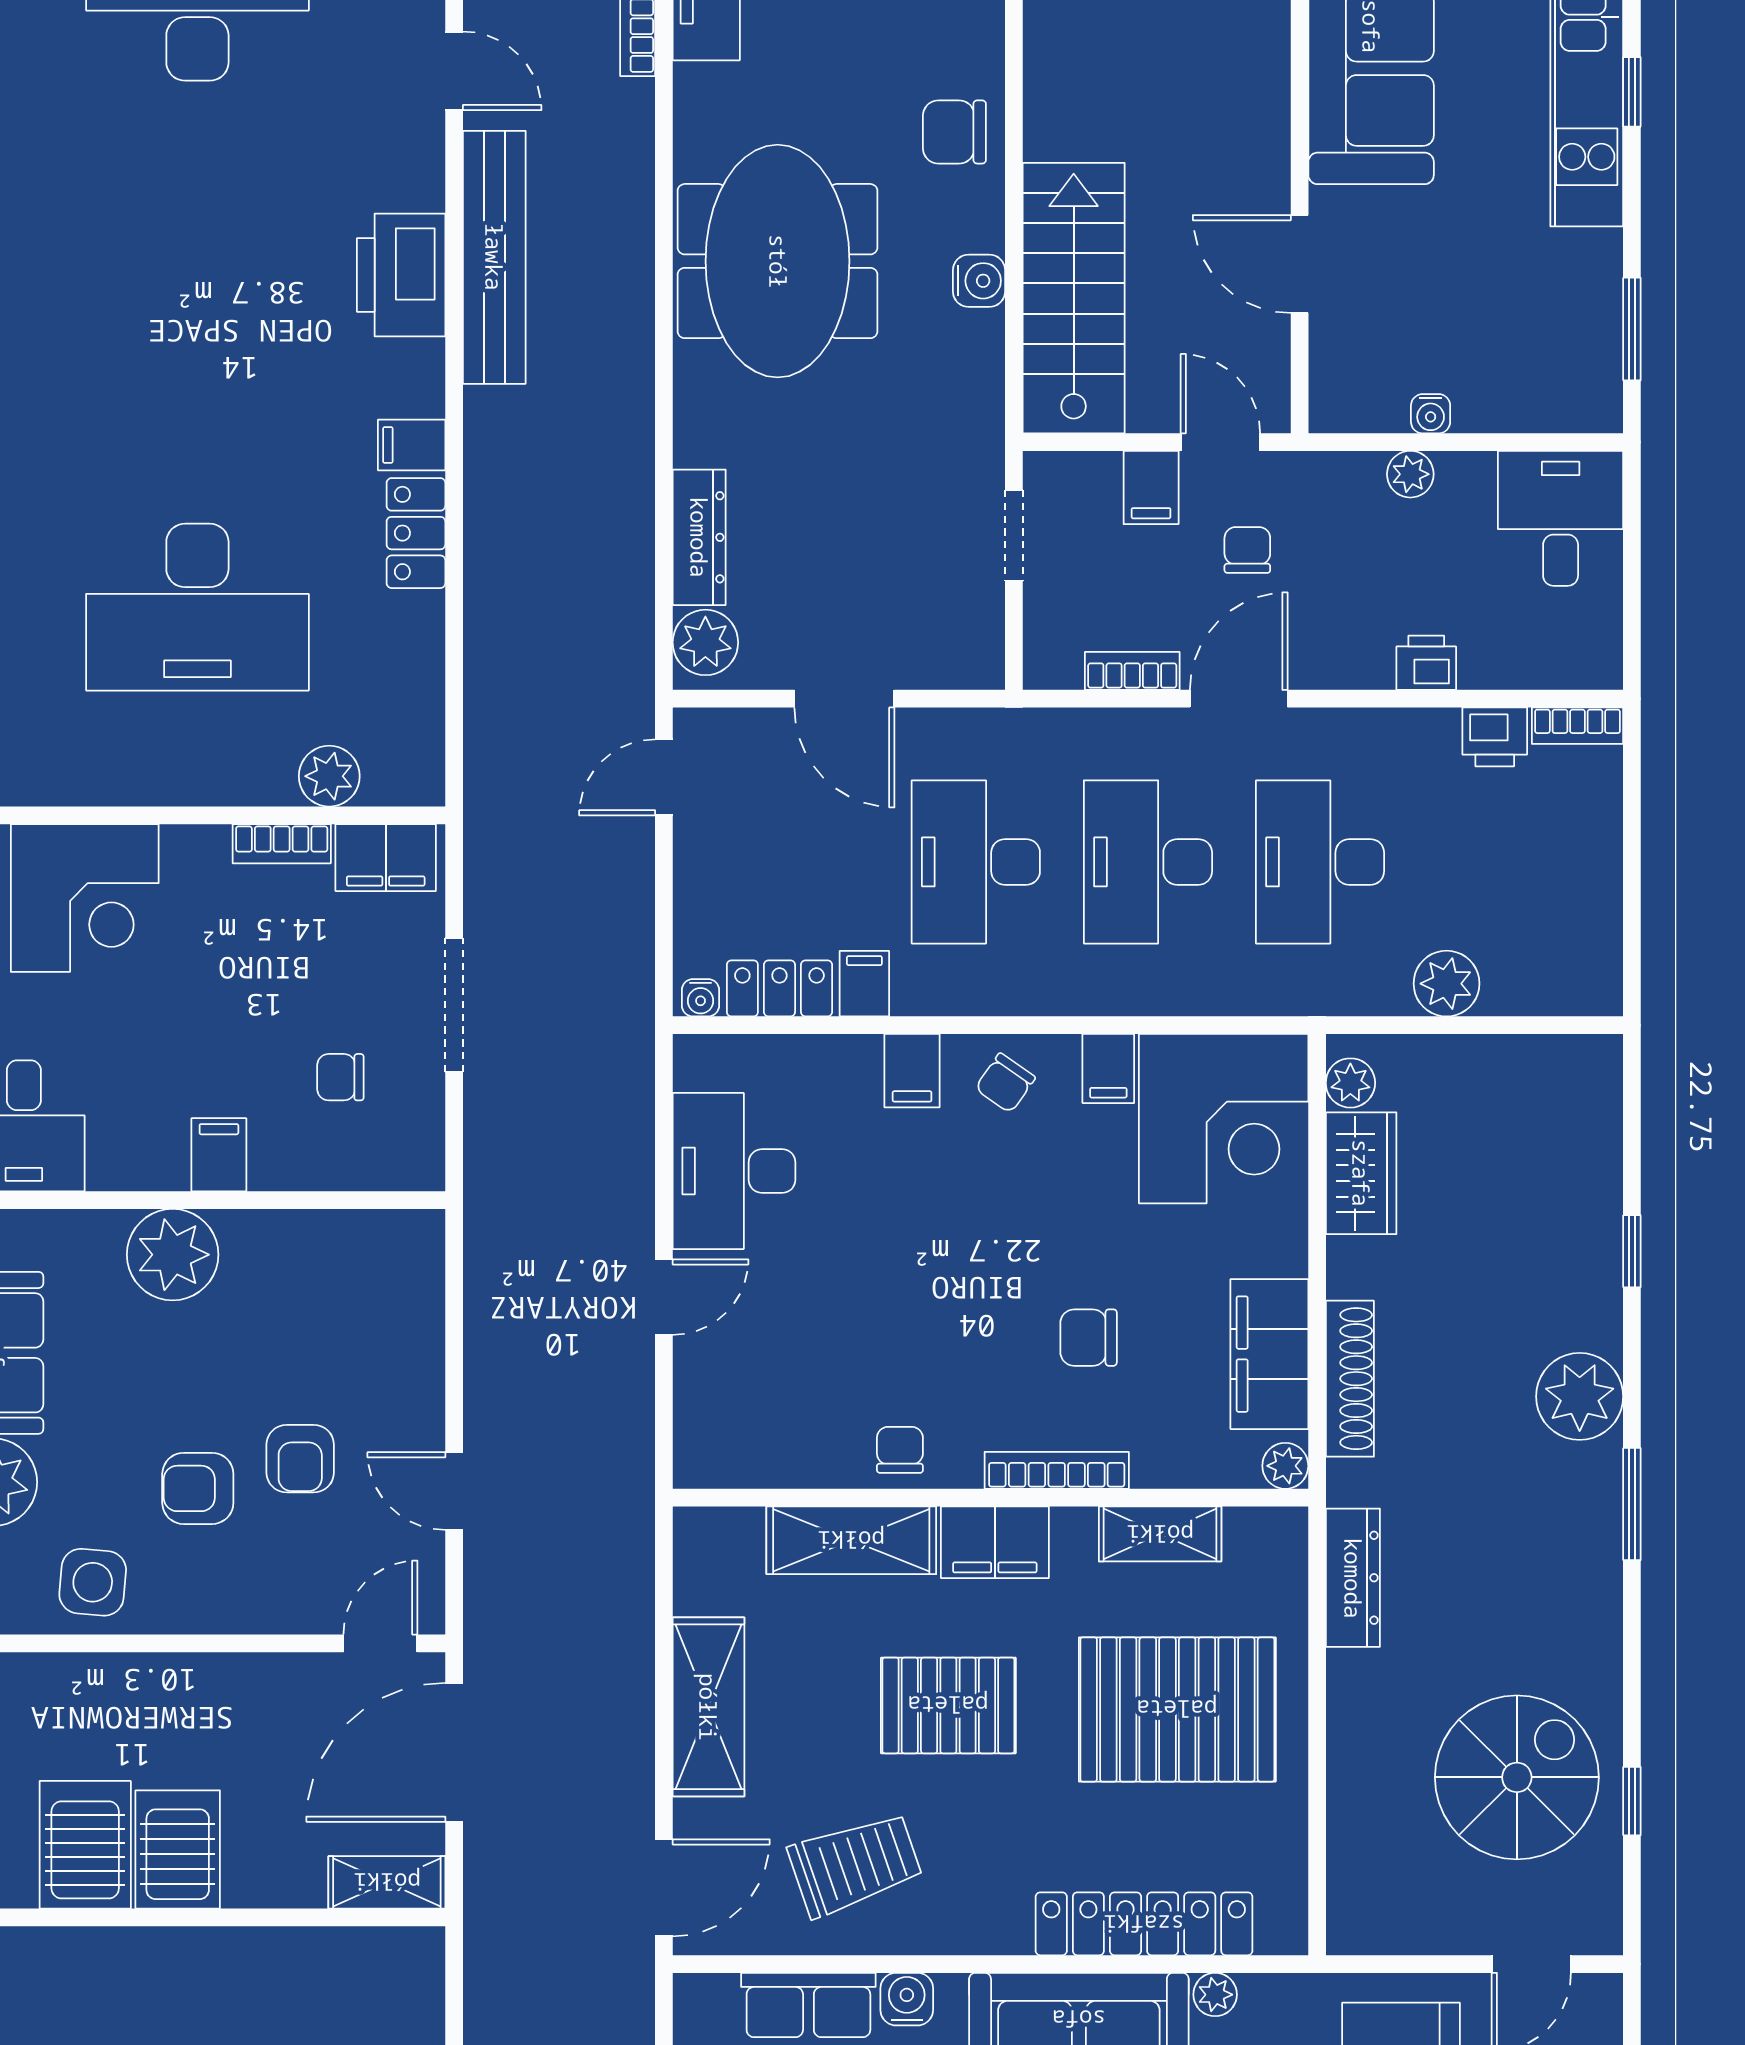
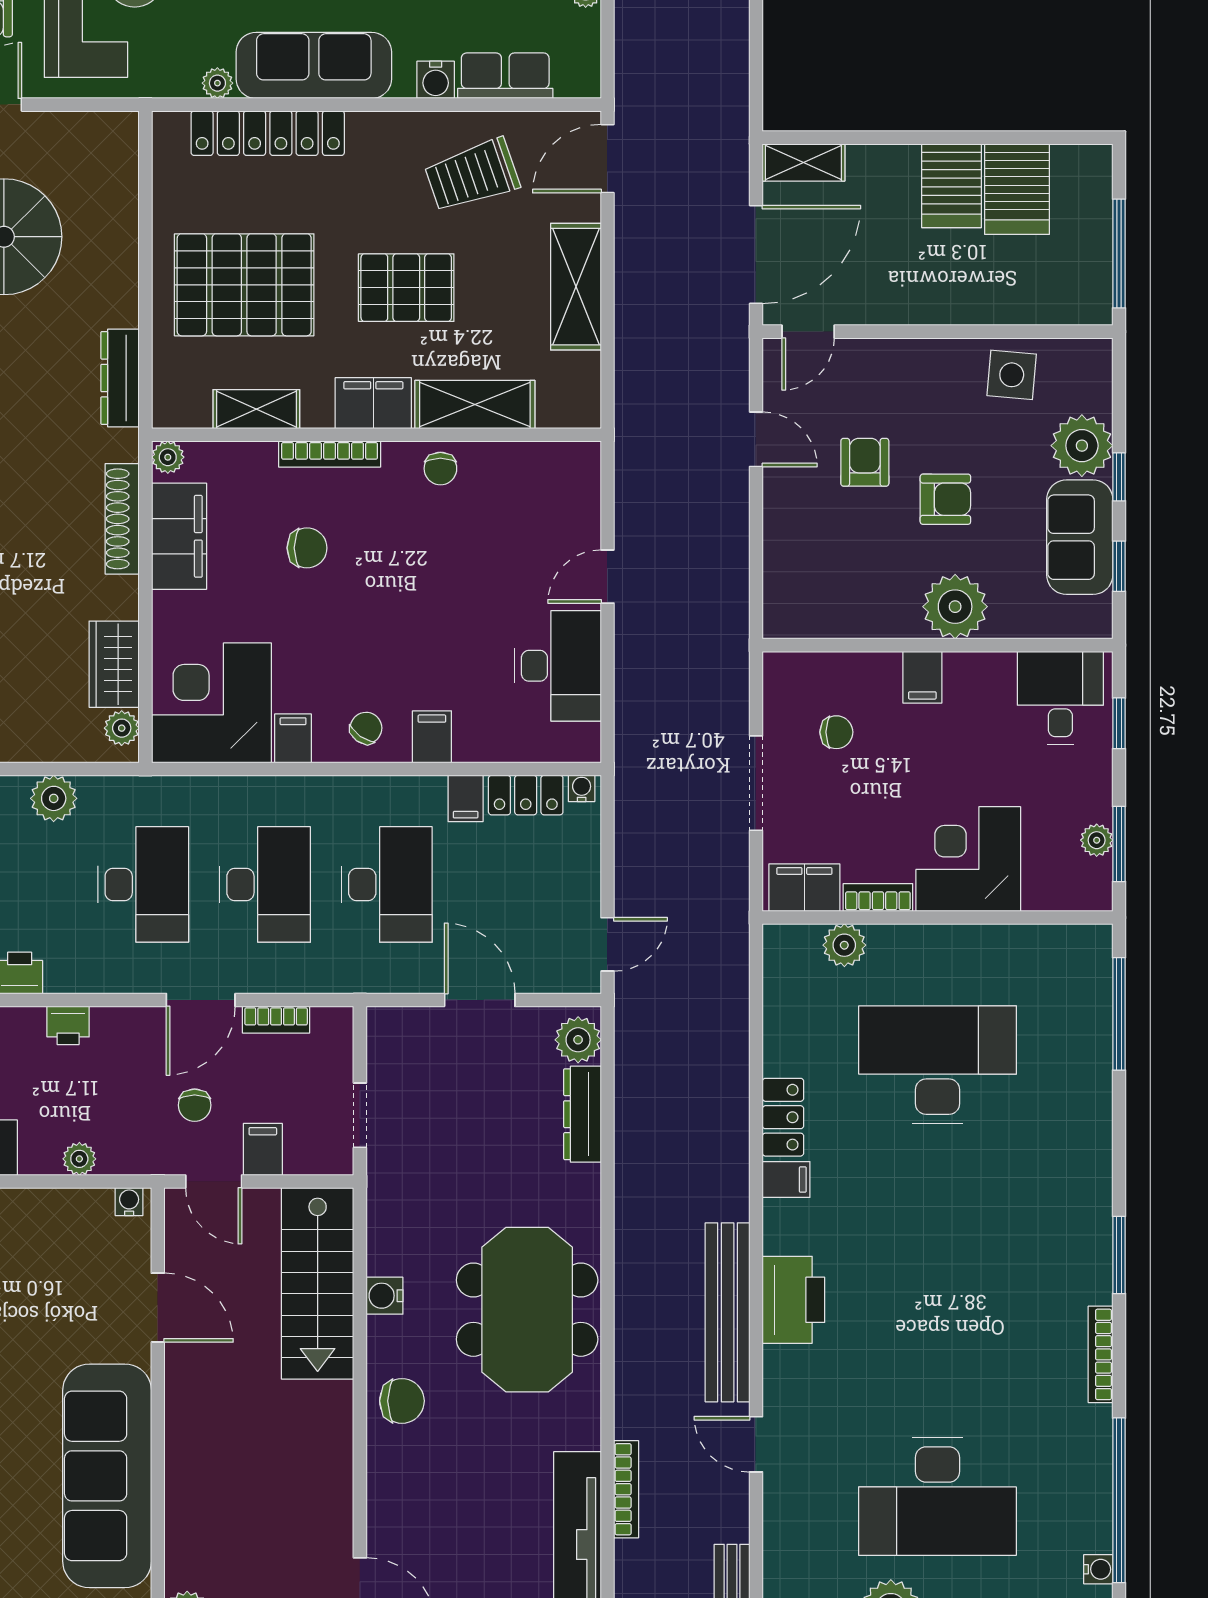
water cooler: (1431, 414) -> (129, 1202), moved
corner desk: (85, 898) -> (968, 859), moved
armchair: (198, 1488) -> (945, 499), moved

